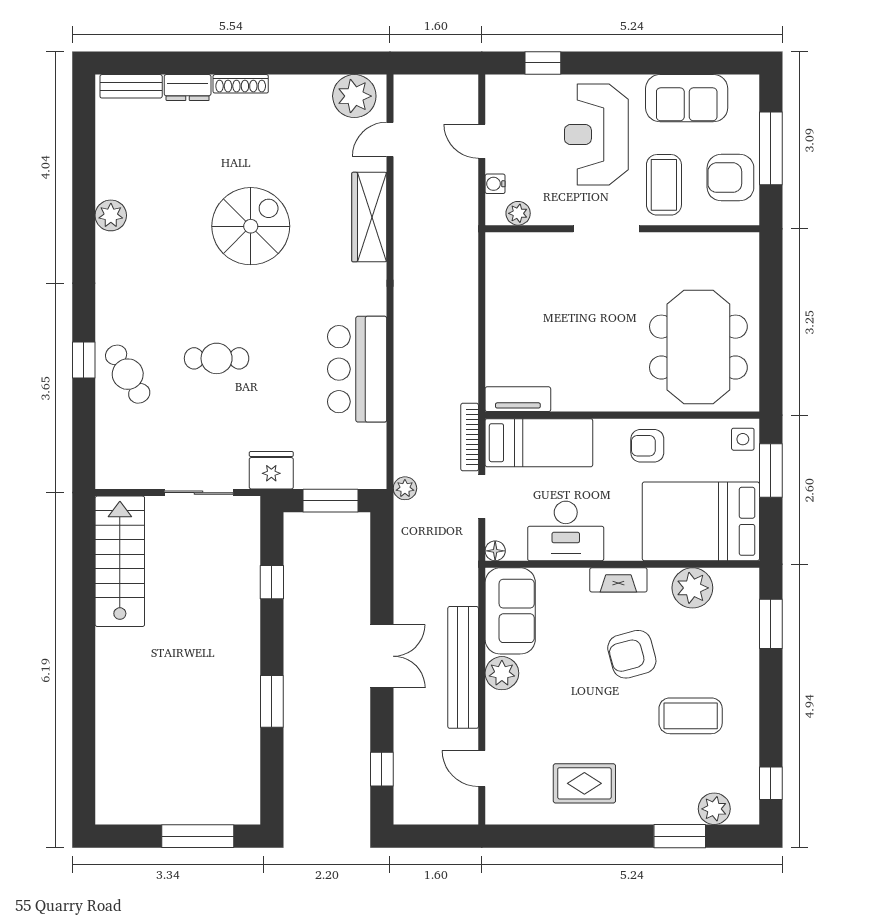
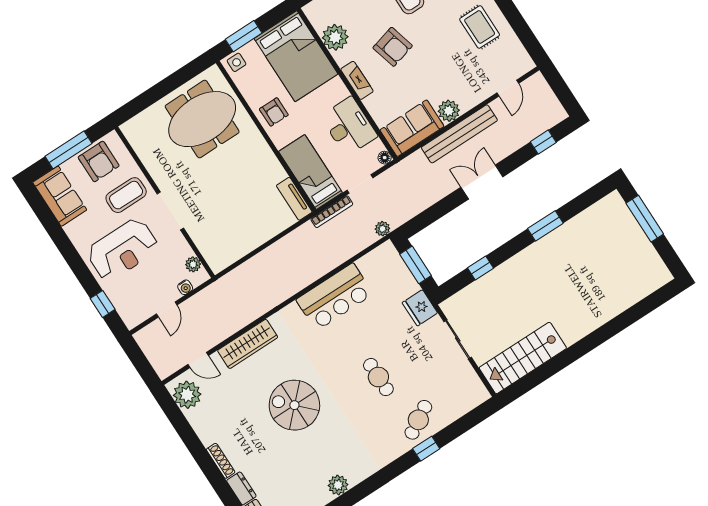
sofa: (687, 98) -> (60, 196), moved

